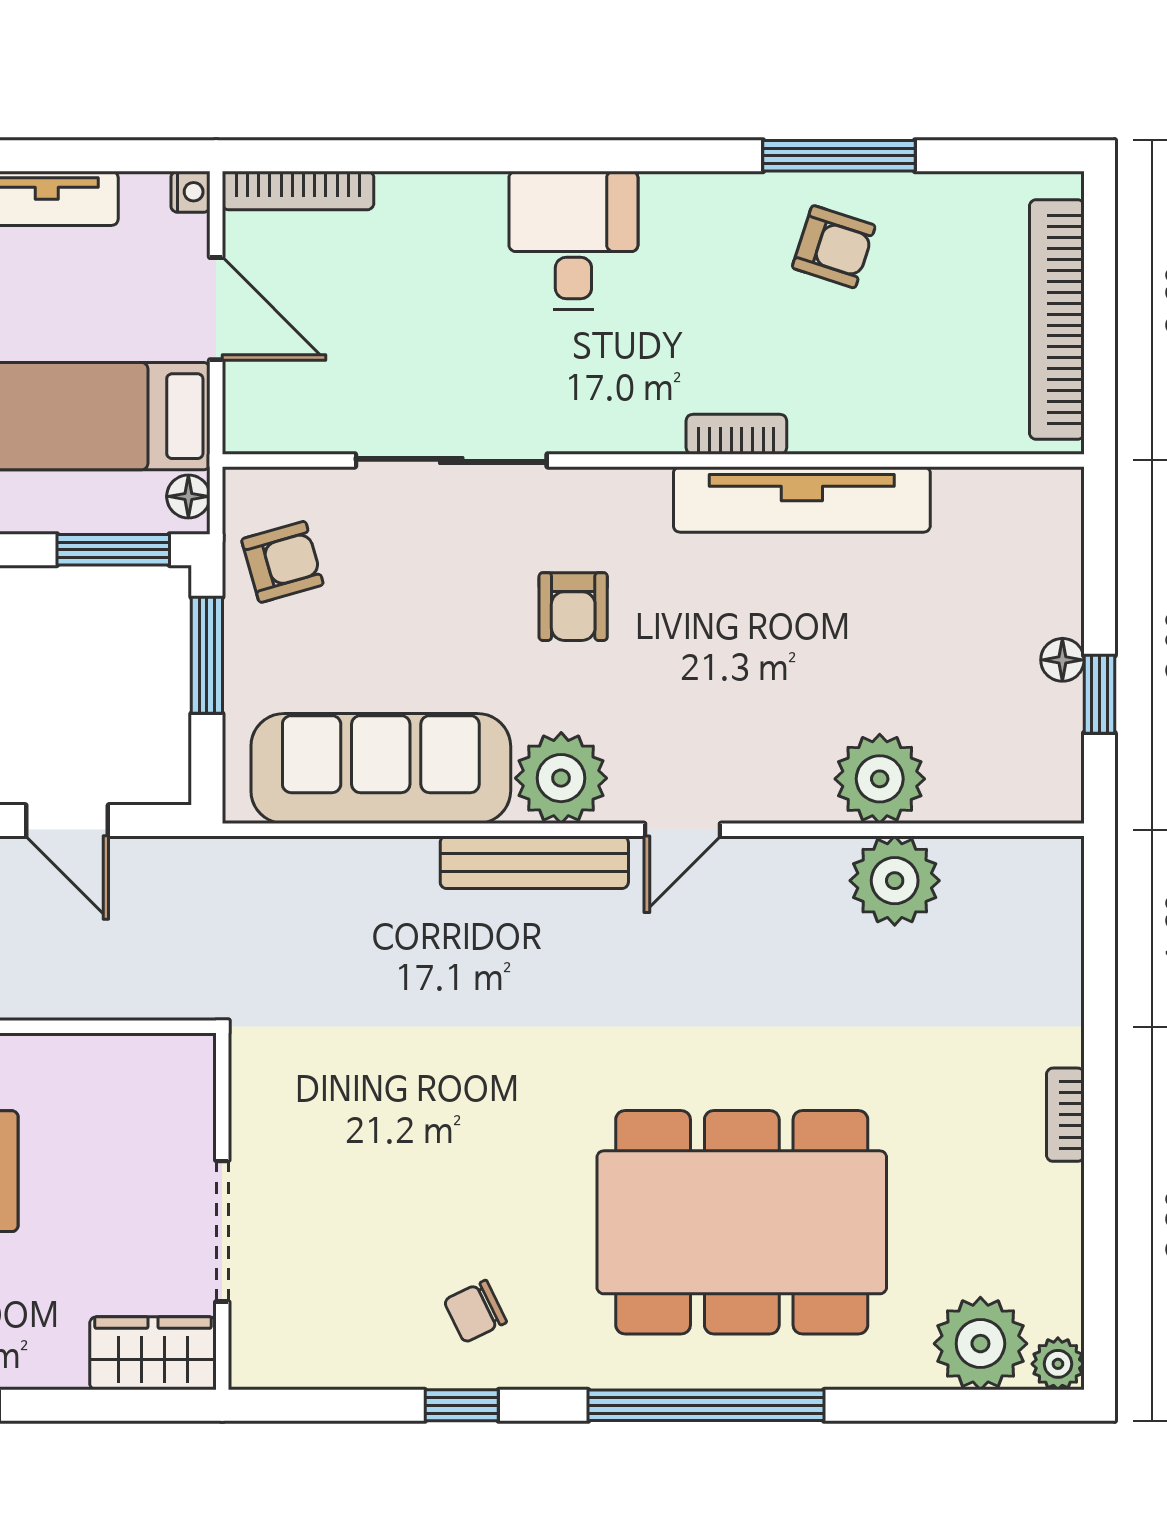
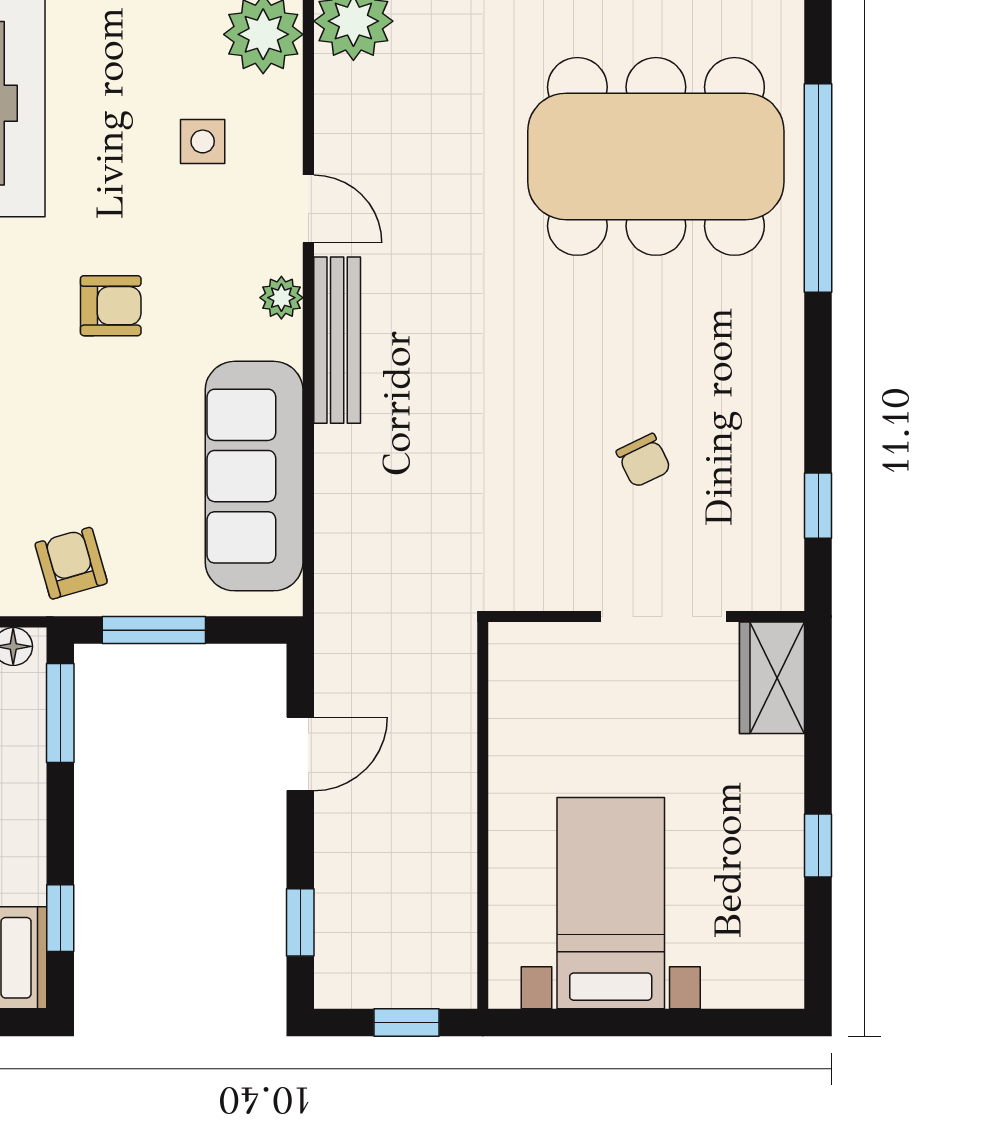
side table: (759, 710) -> (203, 141), added
plant: (561, 778) -> (281, 298), width x0.53, depth x0.53
dining table: (742, 1222) -> (656, 156), turned 90
chair: (475, 1311) -> (644, 460), moved
window: (462, 1405) -> (818, 506), moved

